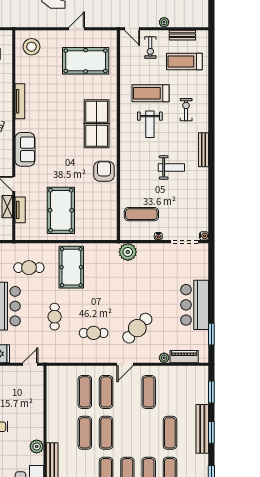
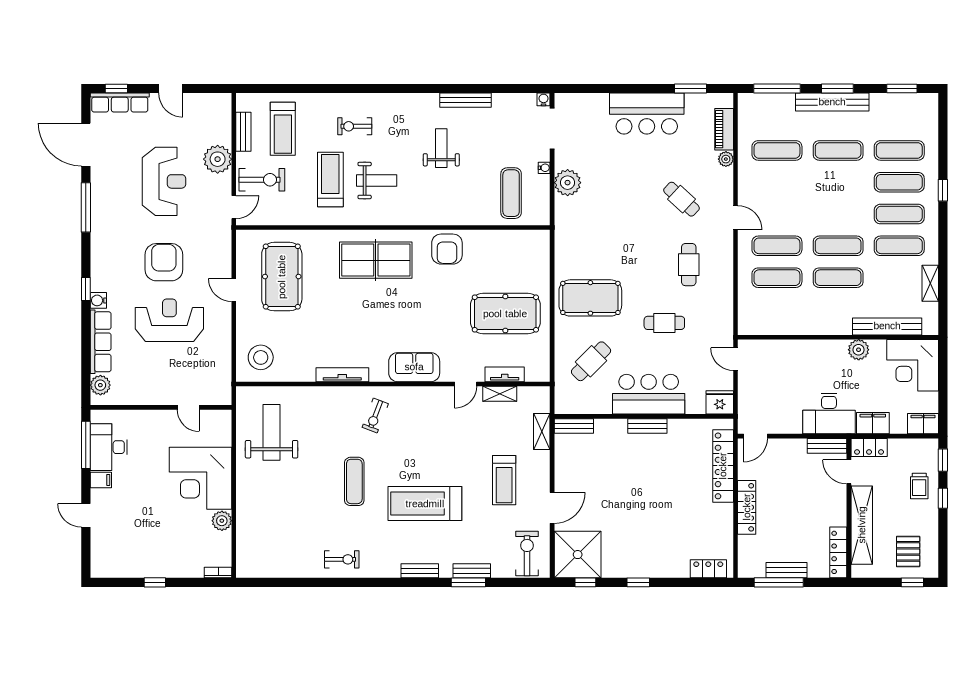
plant: (164, 22) -> (218, 159), width x1.88, depth x1.88
exercise bike: (150, 47) -> (262, 180), width x1.38, depth x1.39
treadmill: (150, 93) -> (330, 179), turned 180
bench: (204, 150) -> (466, 100), moved
armchair: (104, 171) -> (447, 249), turned -90
plant: (128, 252) -> (568, 183), moved
cafe table: (29, 268) -> (591, 361), turned 45
cafe table: (137, 328) -> (681, 199), width x0.73, depth x0.74
exercise mat: (149, 392) -> (777, 150), moved
window: (211, 392) -> (777, 88), width x1.44

